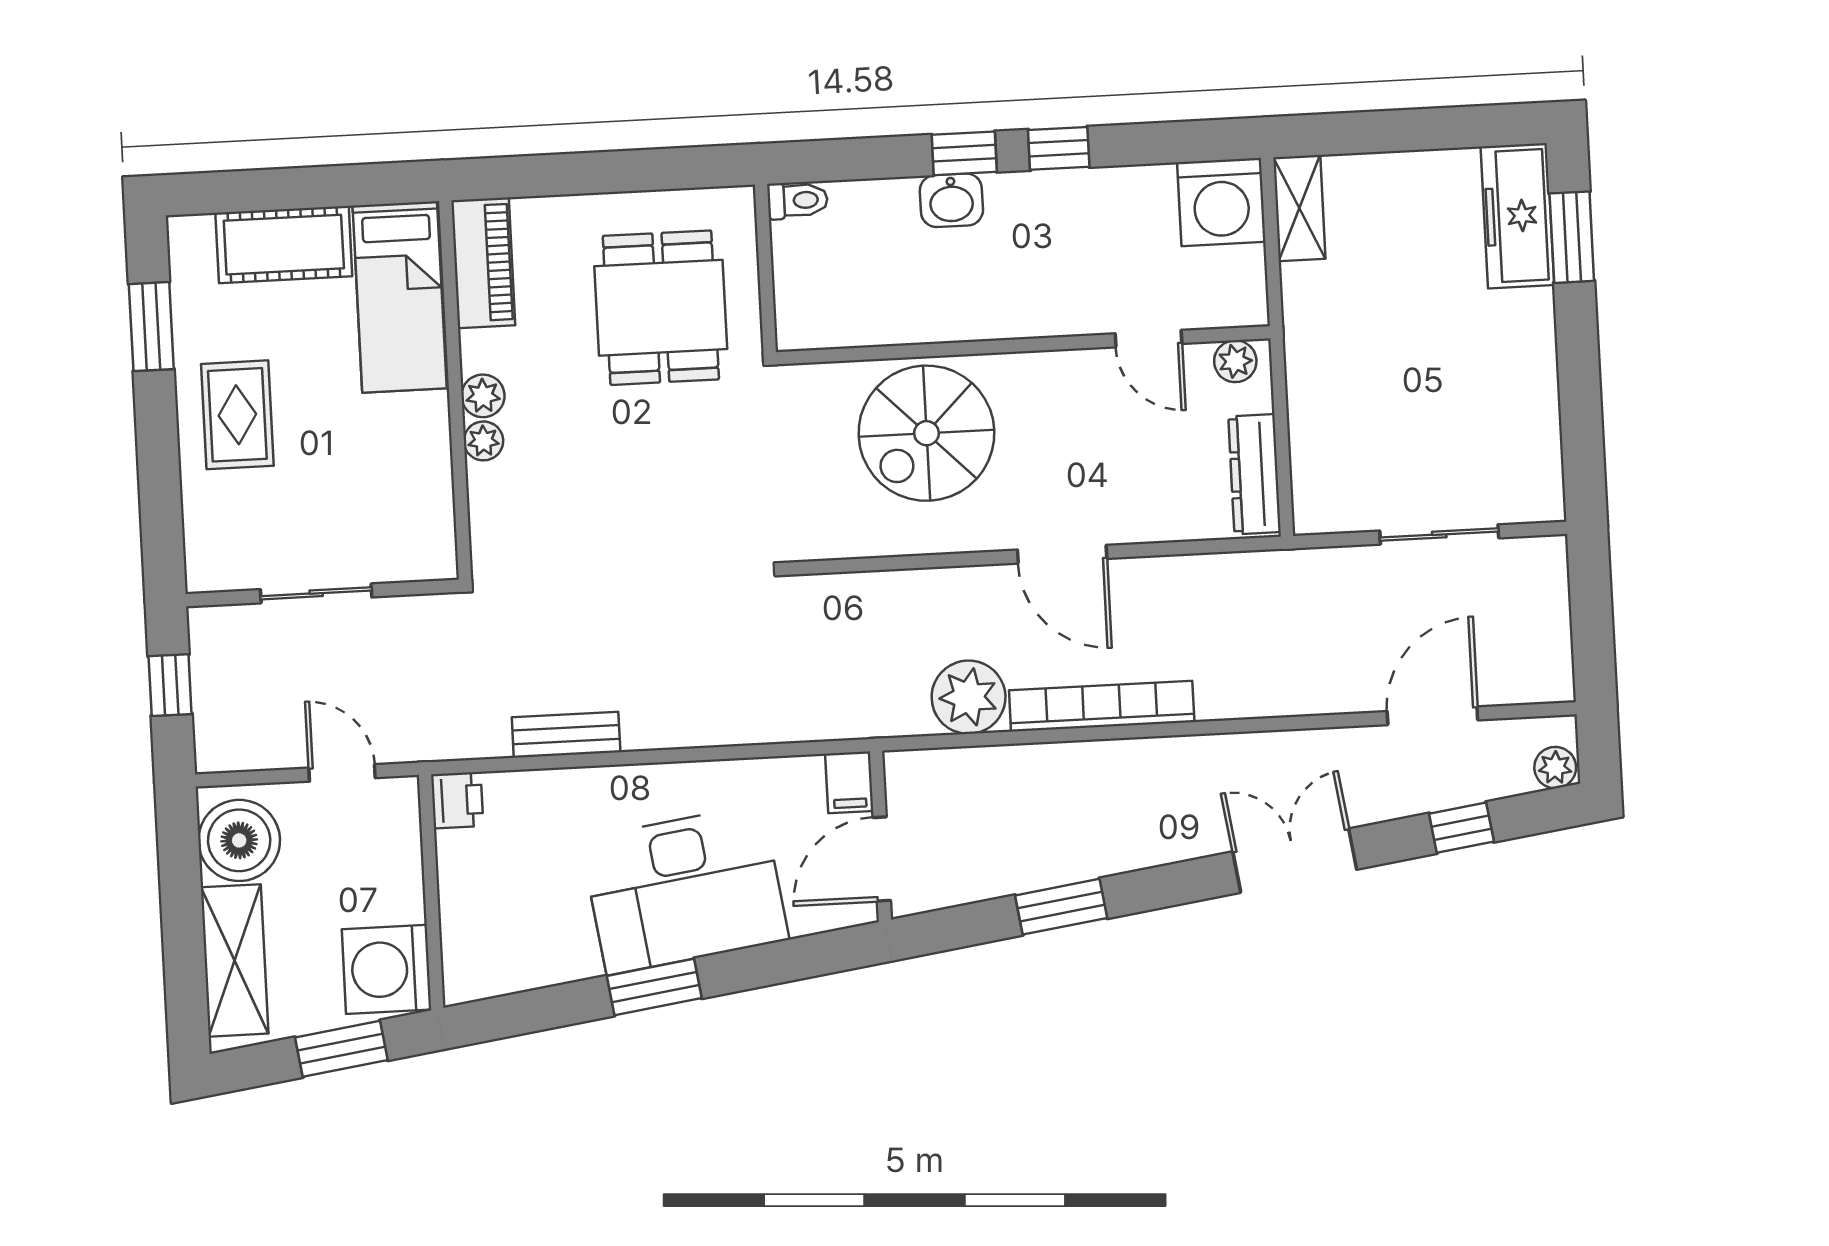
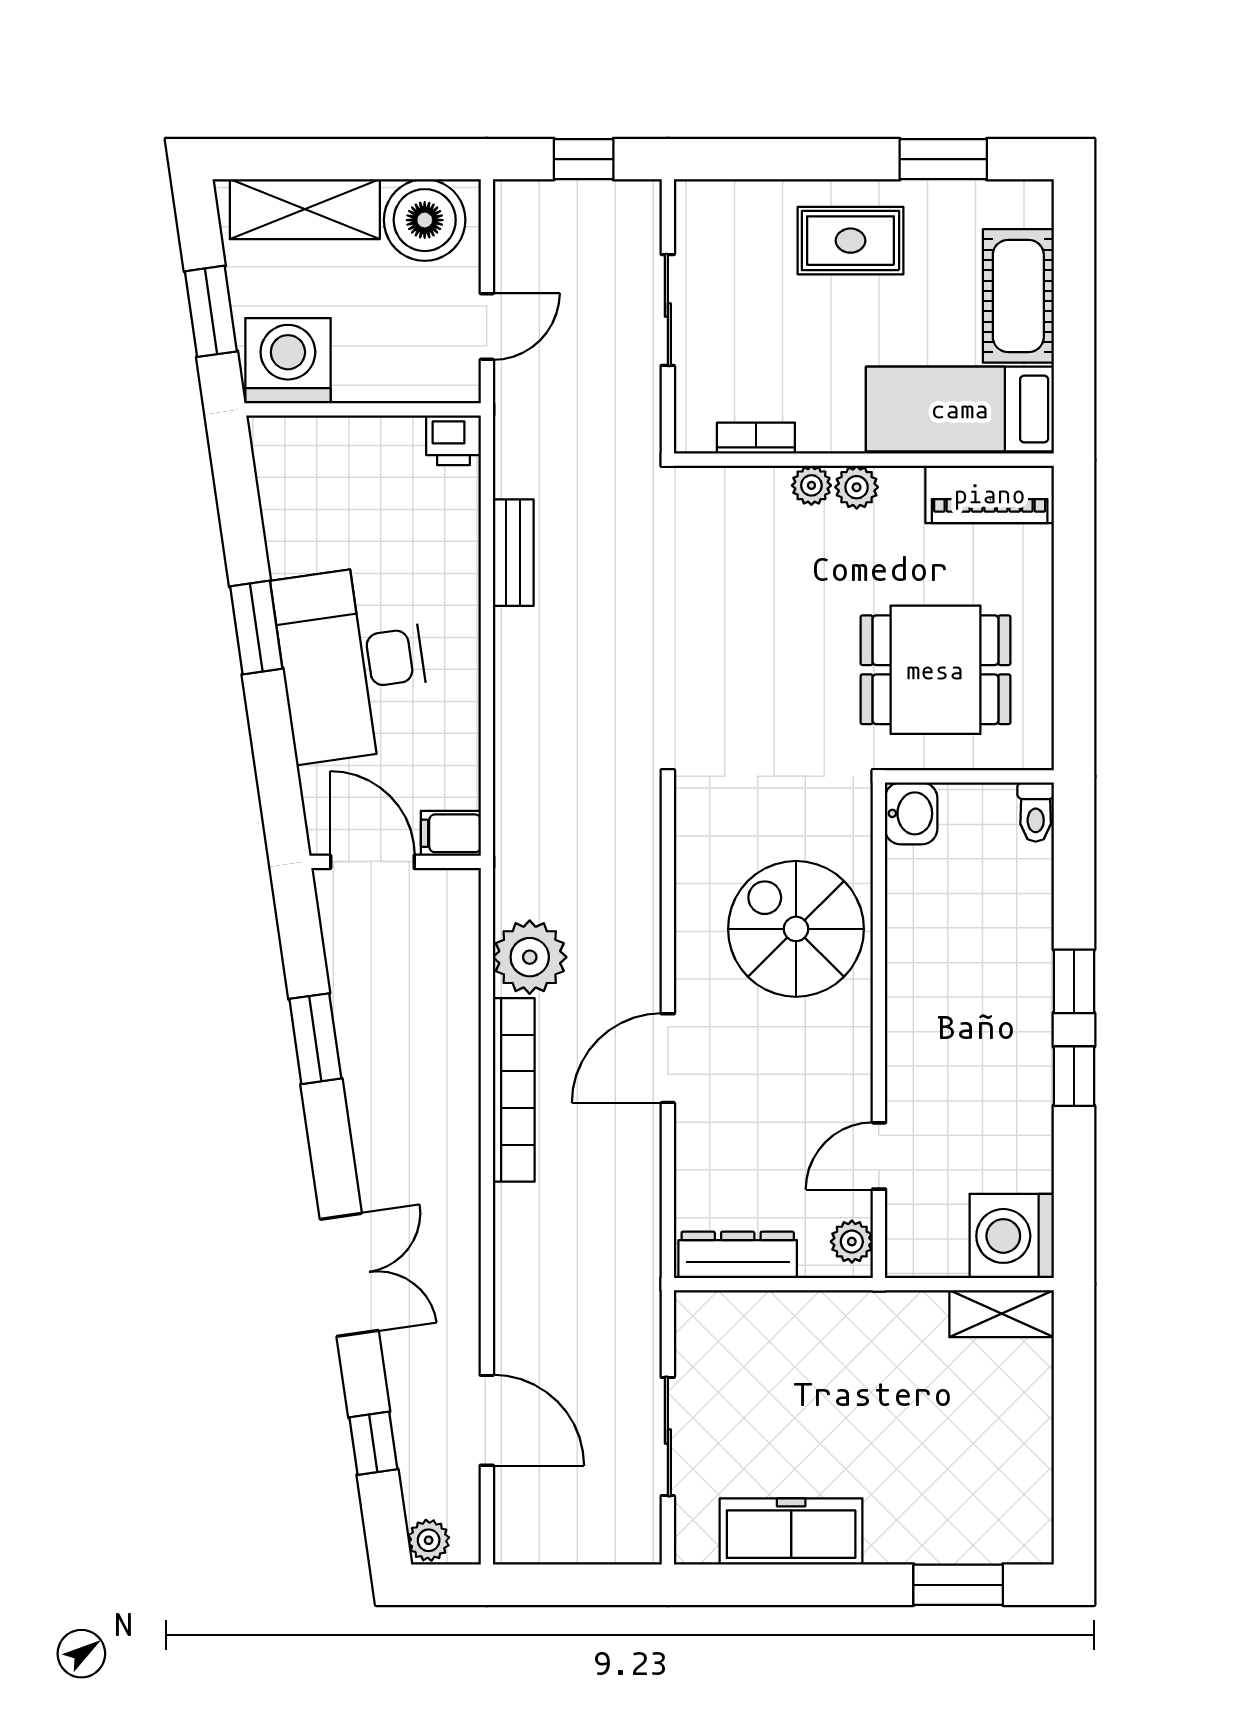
washbasin: (951, 200) -> (911, 813), moved, turned 180
freezer: (1517, 216) -> (791, 1531), moved
bookcase: (439, 499) -> (756, 438), added

